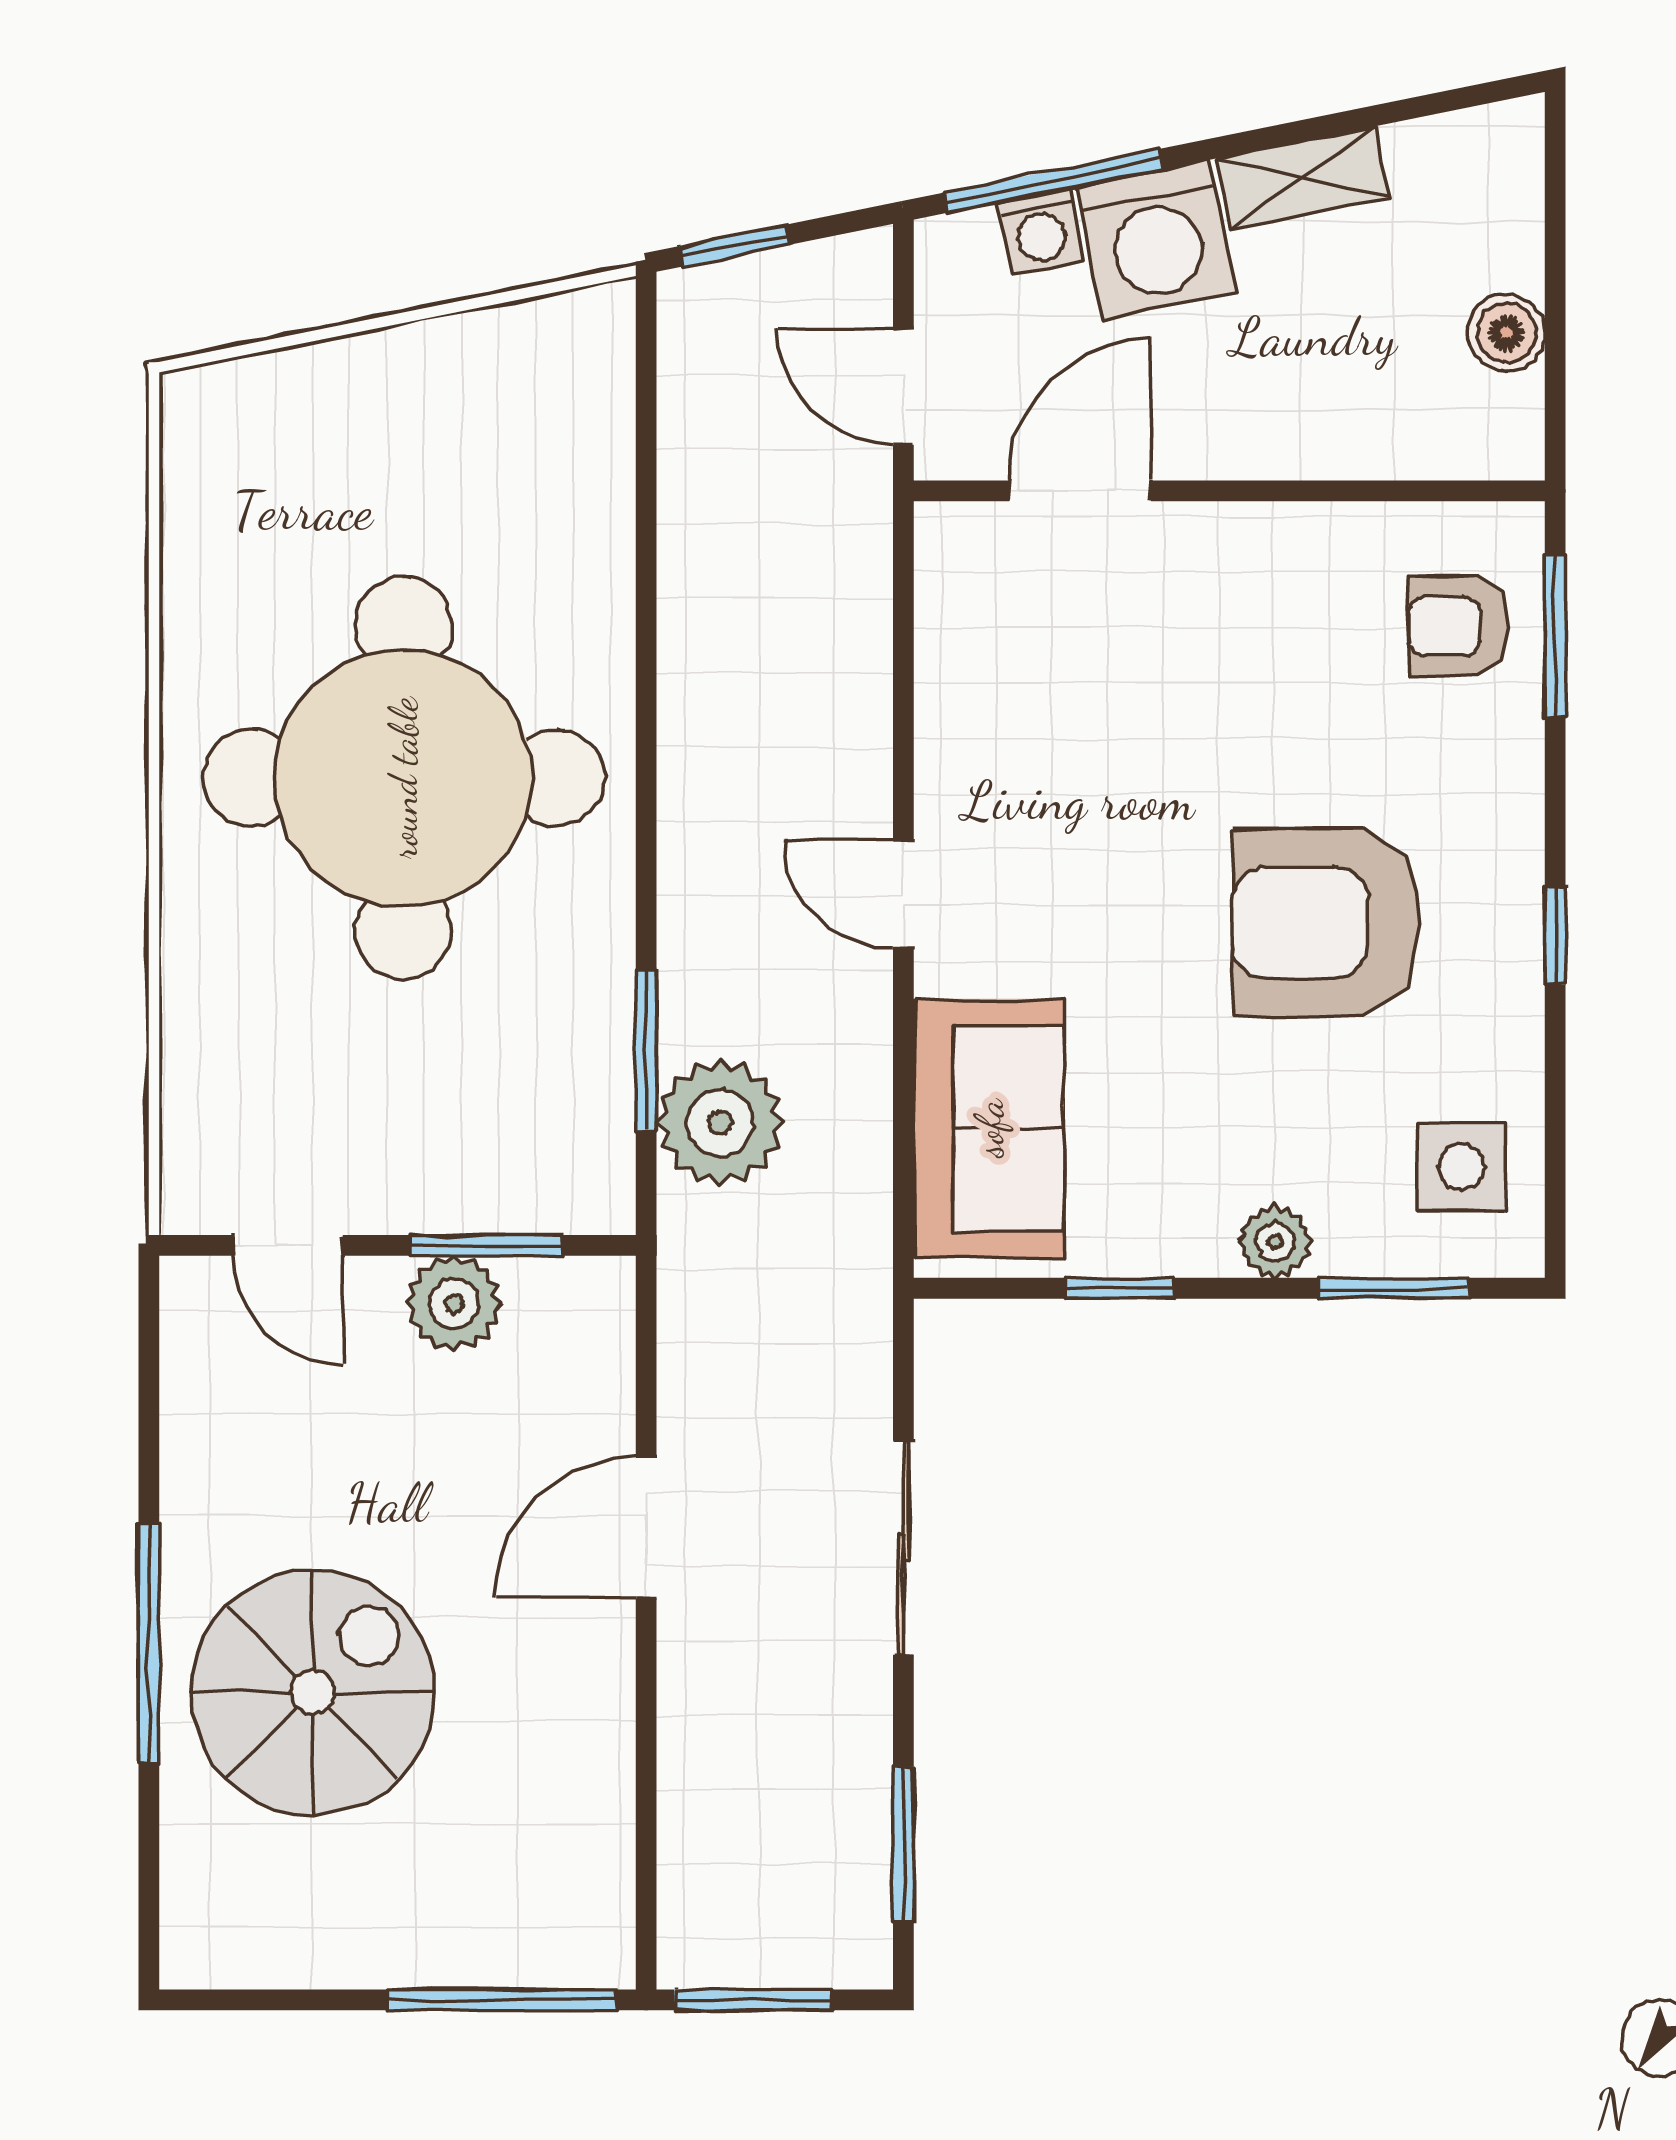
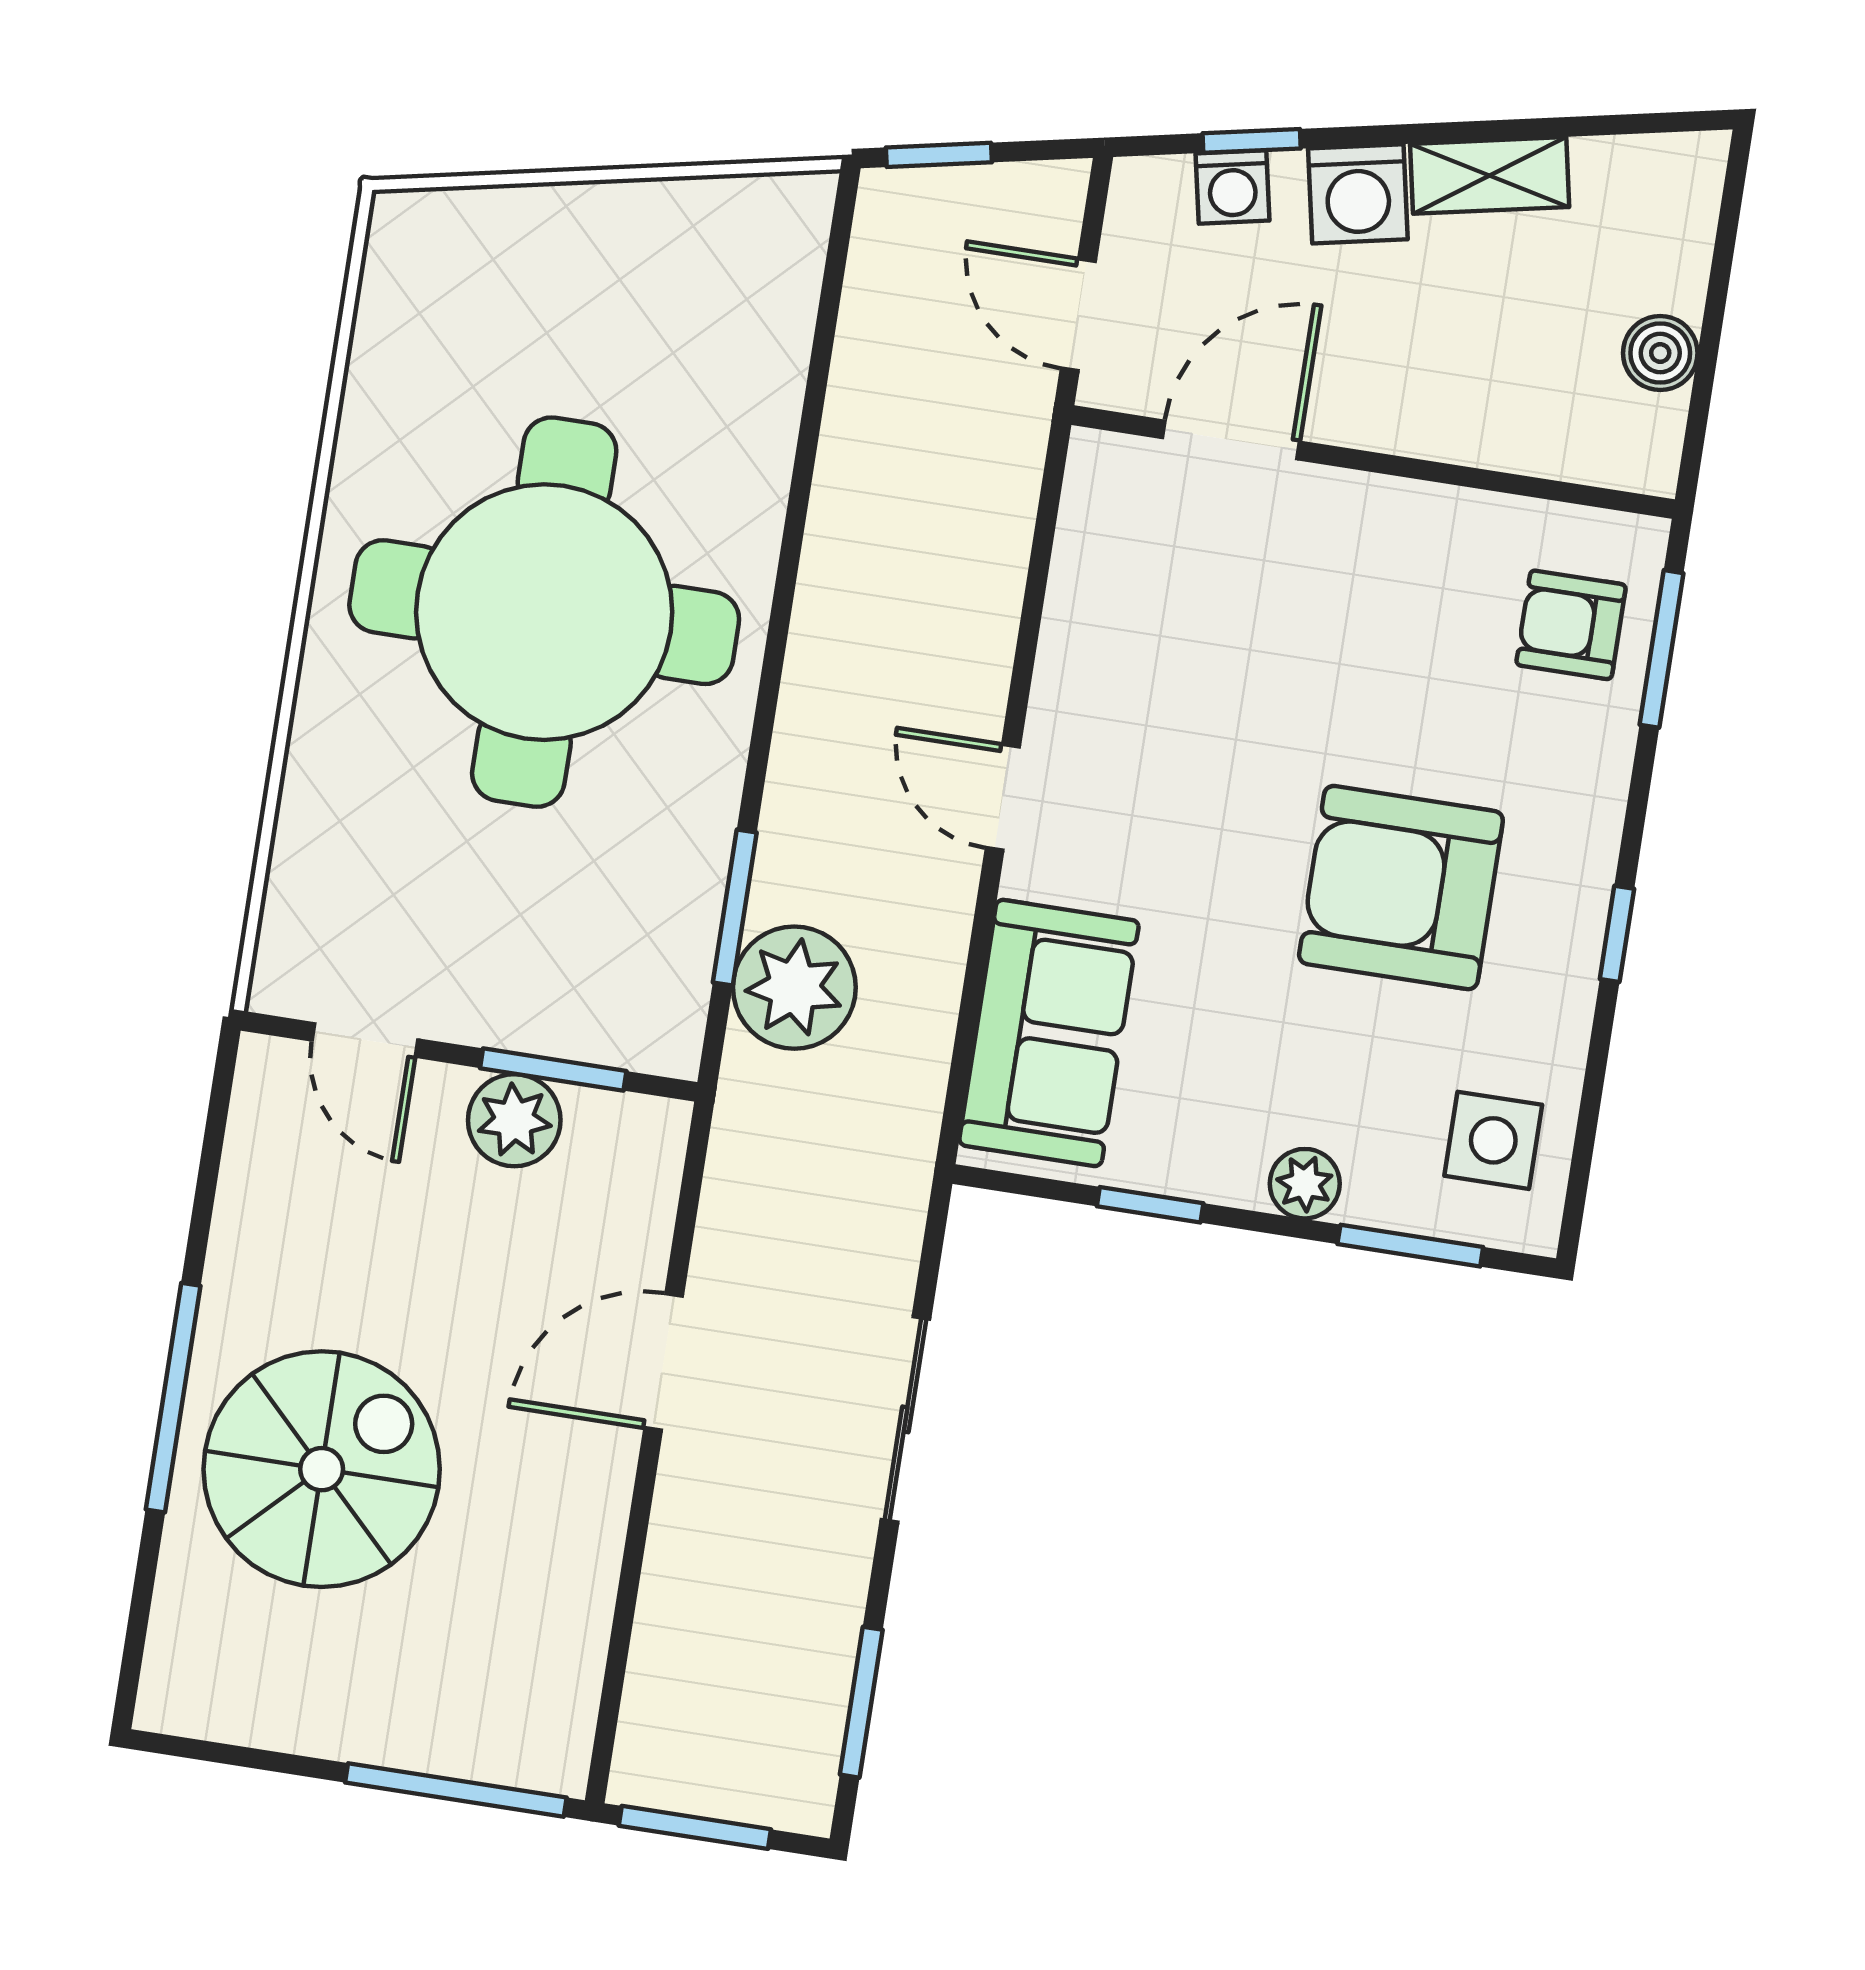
window: (1053, 181) -> (1252, 141), width x0.46
washing machine: (1156, 240) -> (1358, 194), width x0.73, depth x0.73

